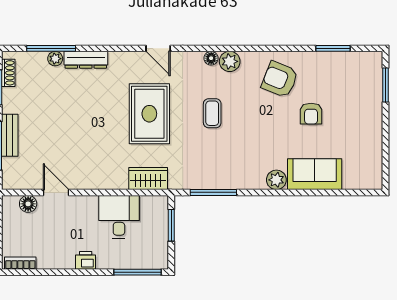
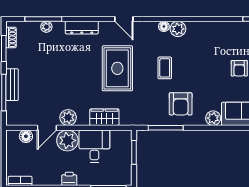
dresser: (86, 60) -> (82, 28), moved
armchair: (280, 79) -> (181, 104), moved, turned -112
wardrobe: (148, 178) -> (104, 117), moved
plant: (84, 179) -> (68, 117), added
door: (56, 192) -> (47, 128), swing flipped
plant: (83, 209) -> (67, 140), added

